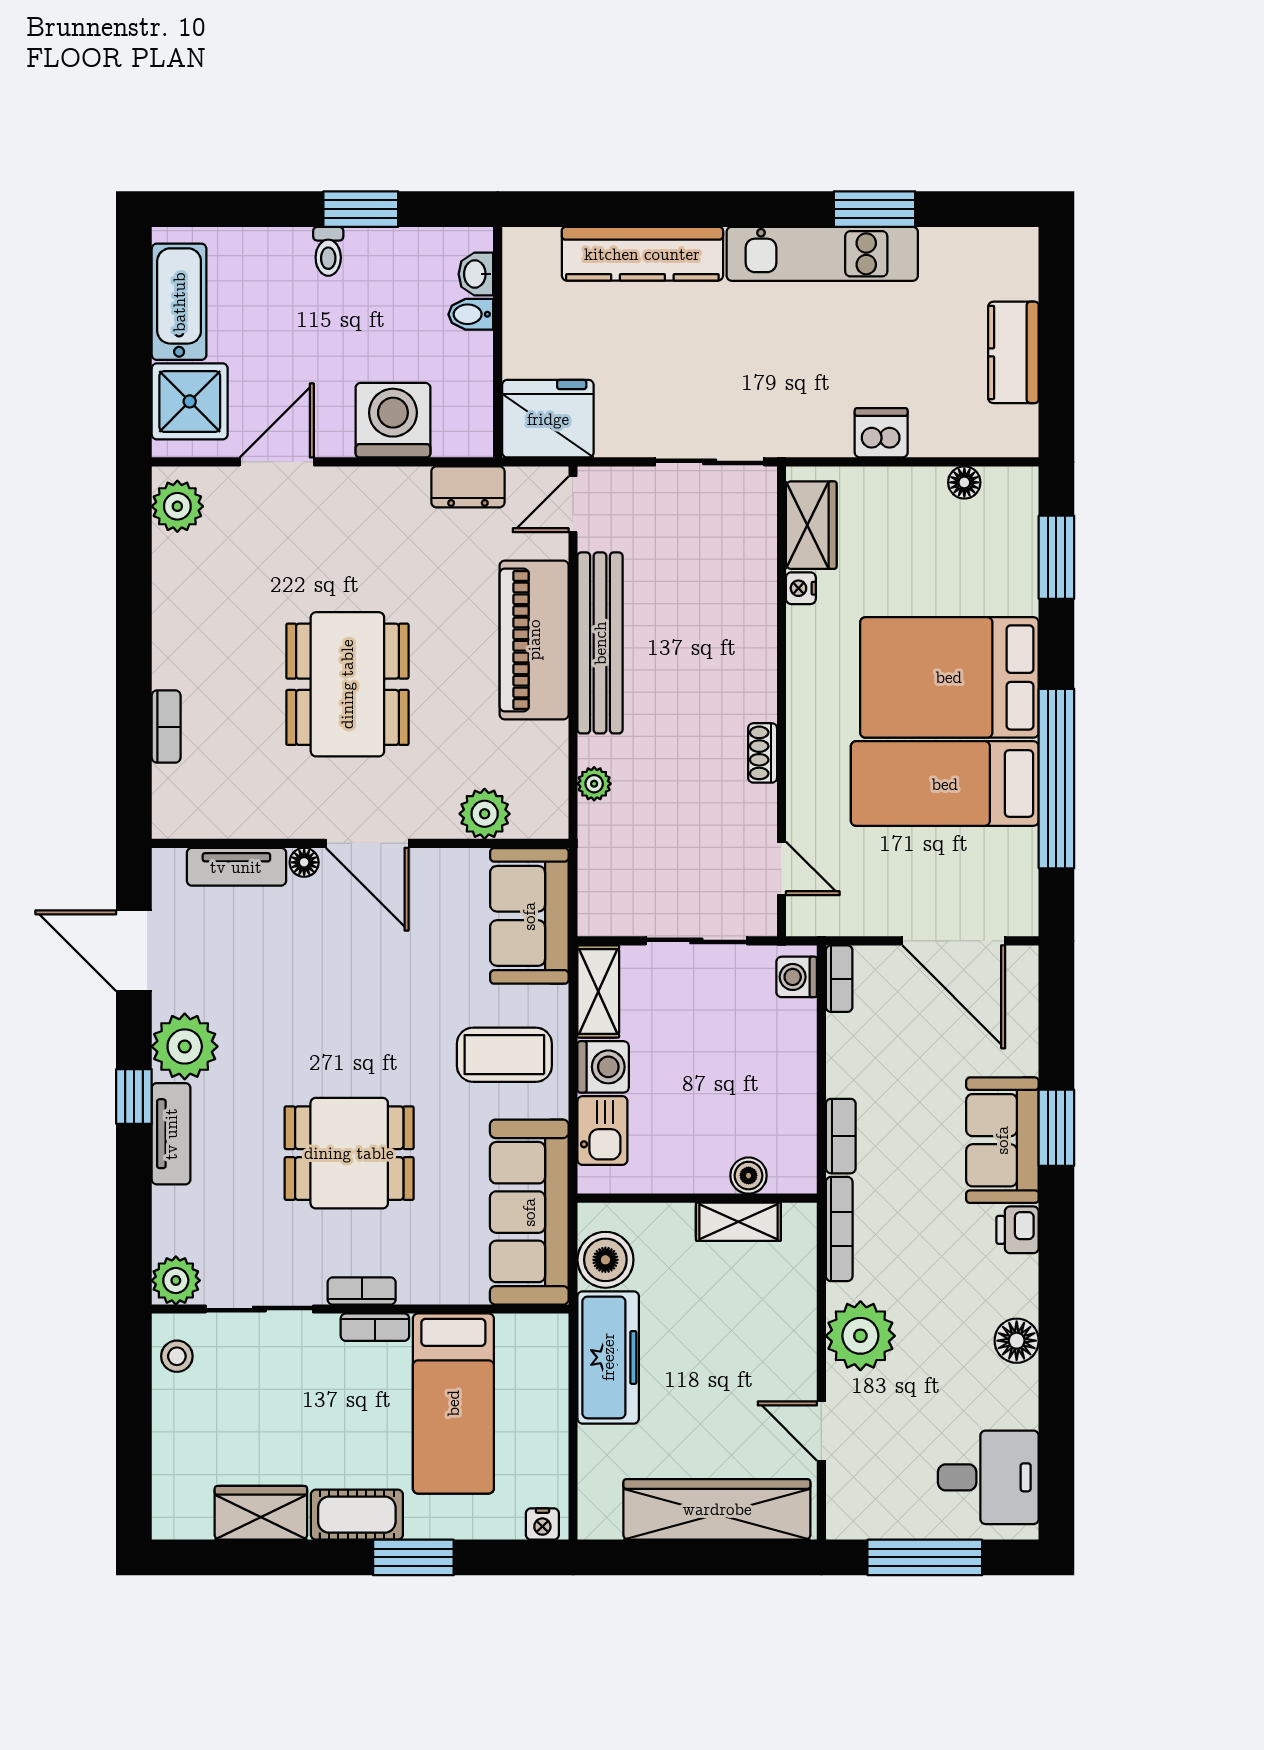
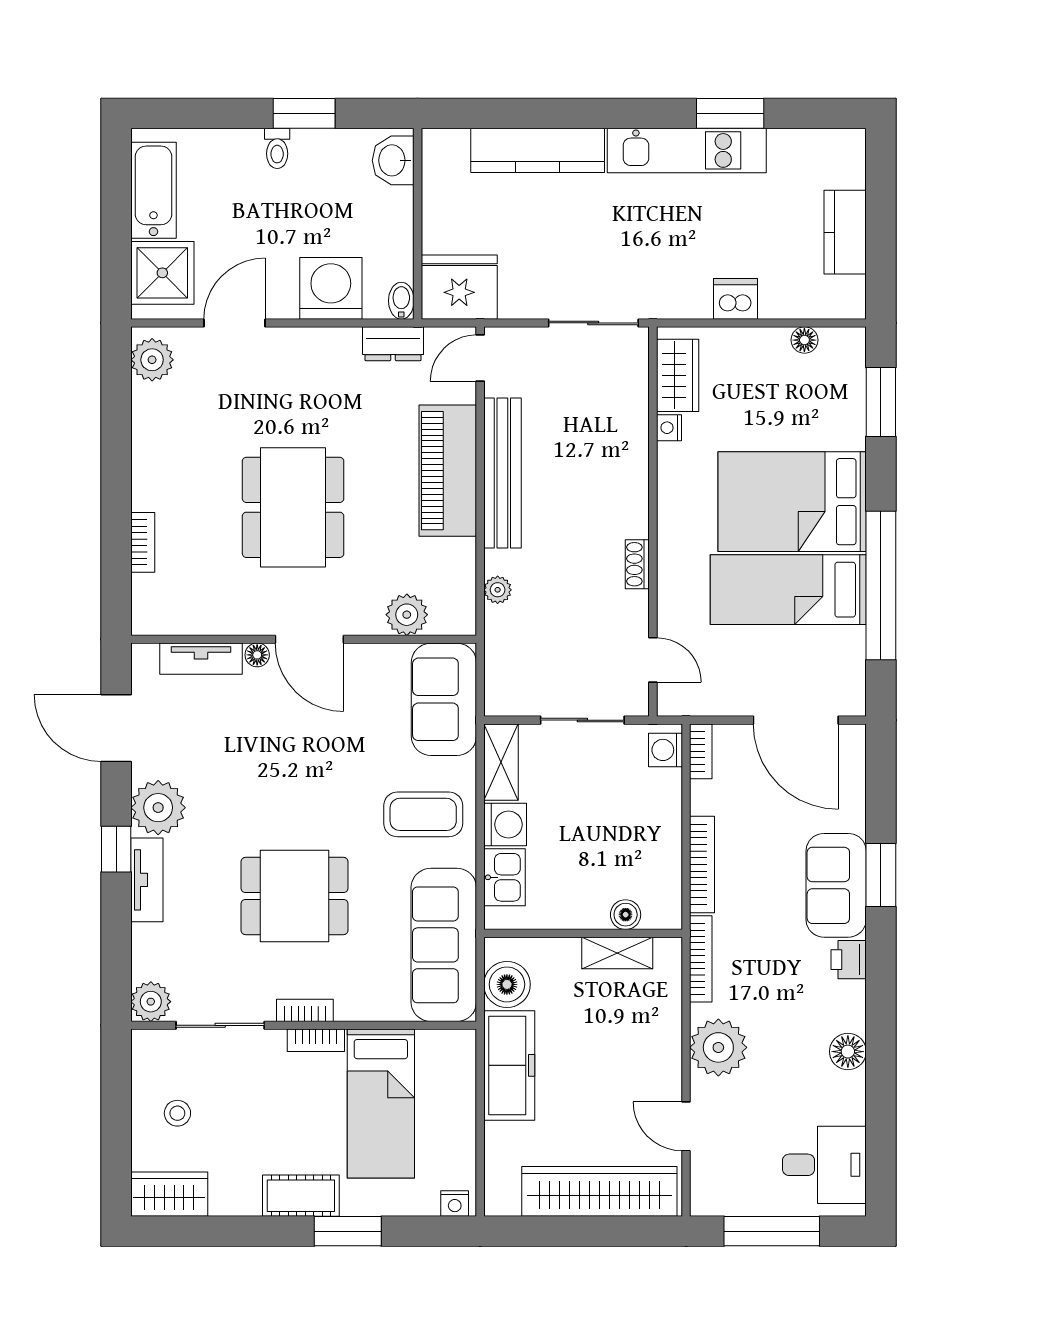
washbasin: (476, 274) -> (393, 160), width x1.38, depth x1.45
bidet: (471, 314) -> (401, 301), moved, turned 90
bookcase: (841, 1136) -> (702, 864), width x1.56
stool: (177, 1356) -> (177, 1113), moved
wardrobe: (261, 1513) -> (169, 1194), moved

